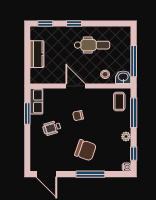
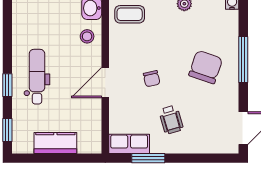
dental chair: (92, 45) -> (37, 77), moved

